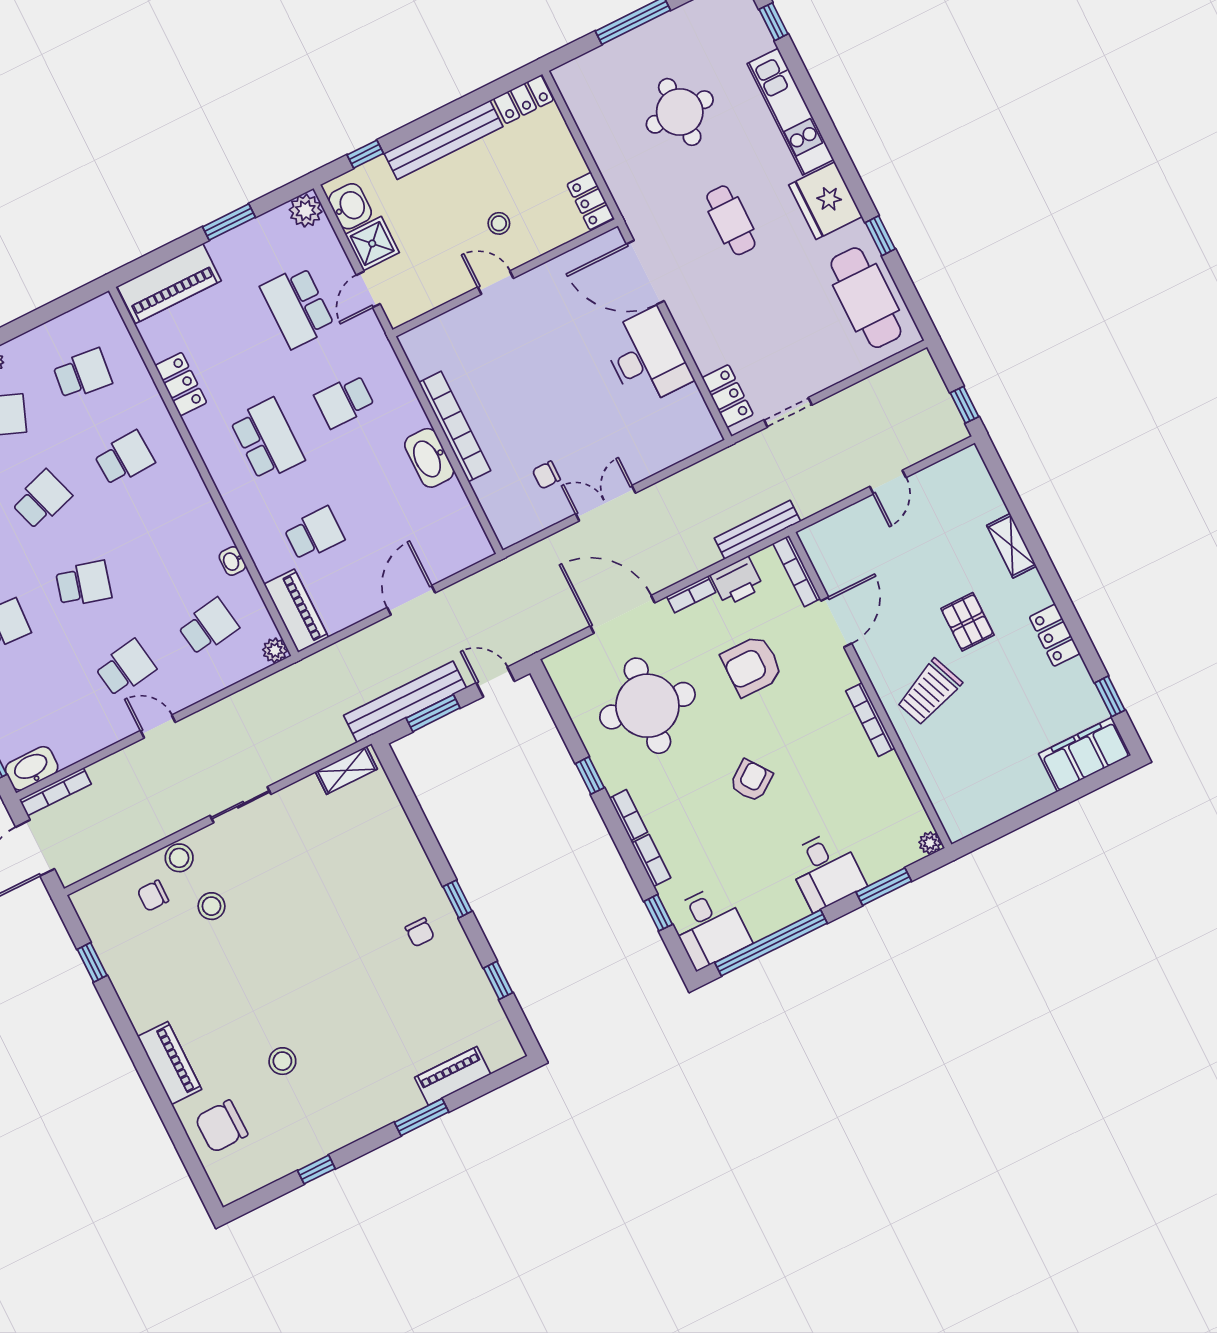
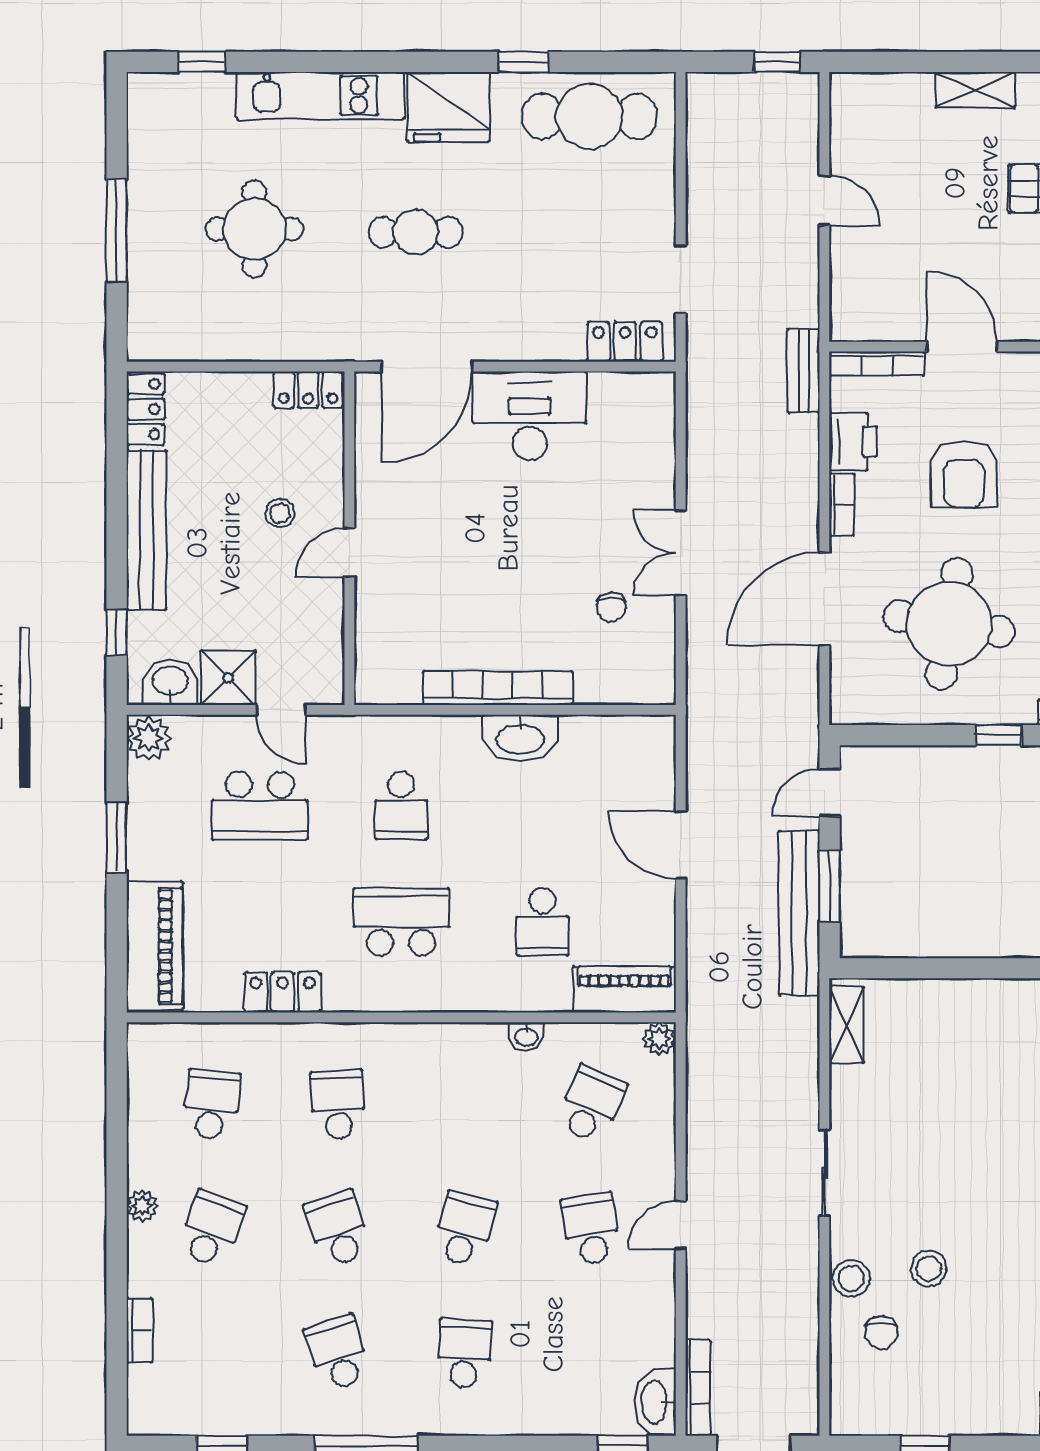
bench: (757, 530) -> (804, 371), width x0.73
school desk: (314, 534) -> (543, 922), turned 180
school desk: (208, 627) -> (591, 1105), turned 33

